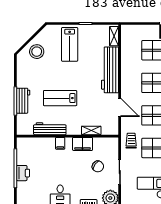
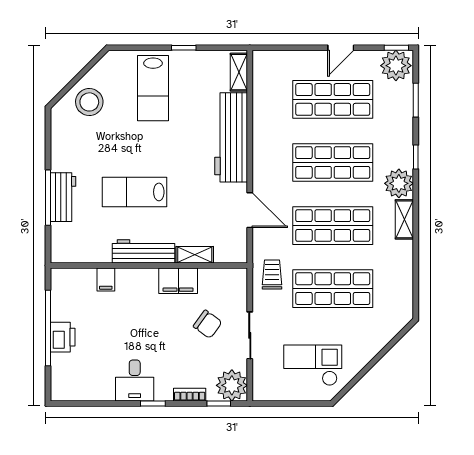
workbench: (50, 129) -> (143, 251), moved
filing cabinet: (60, 143) -> (106, 280), moved

